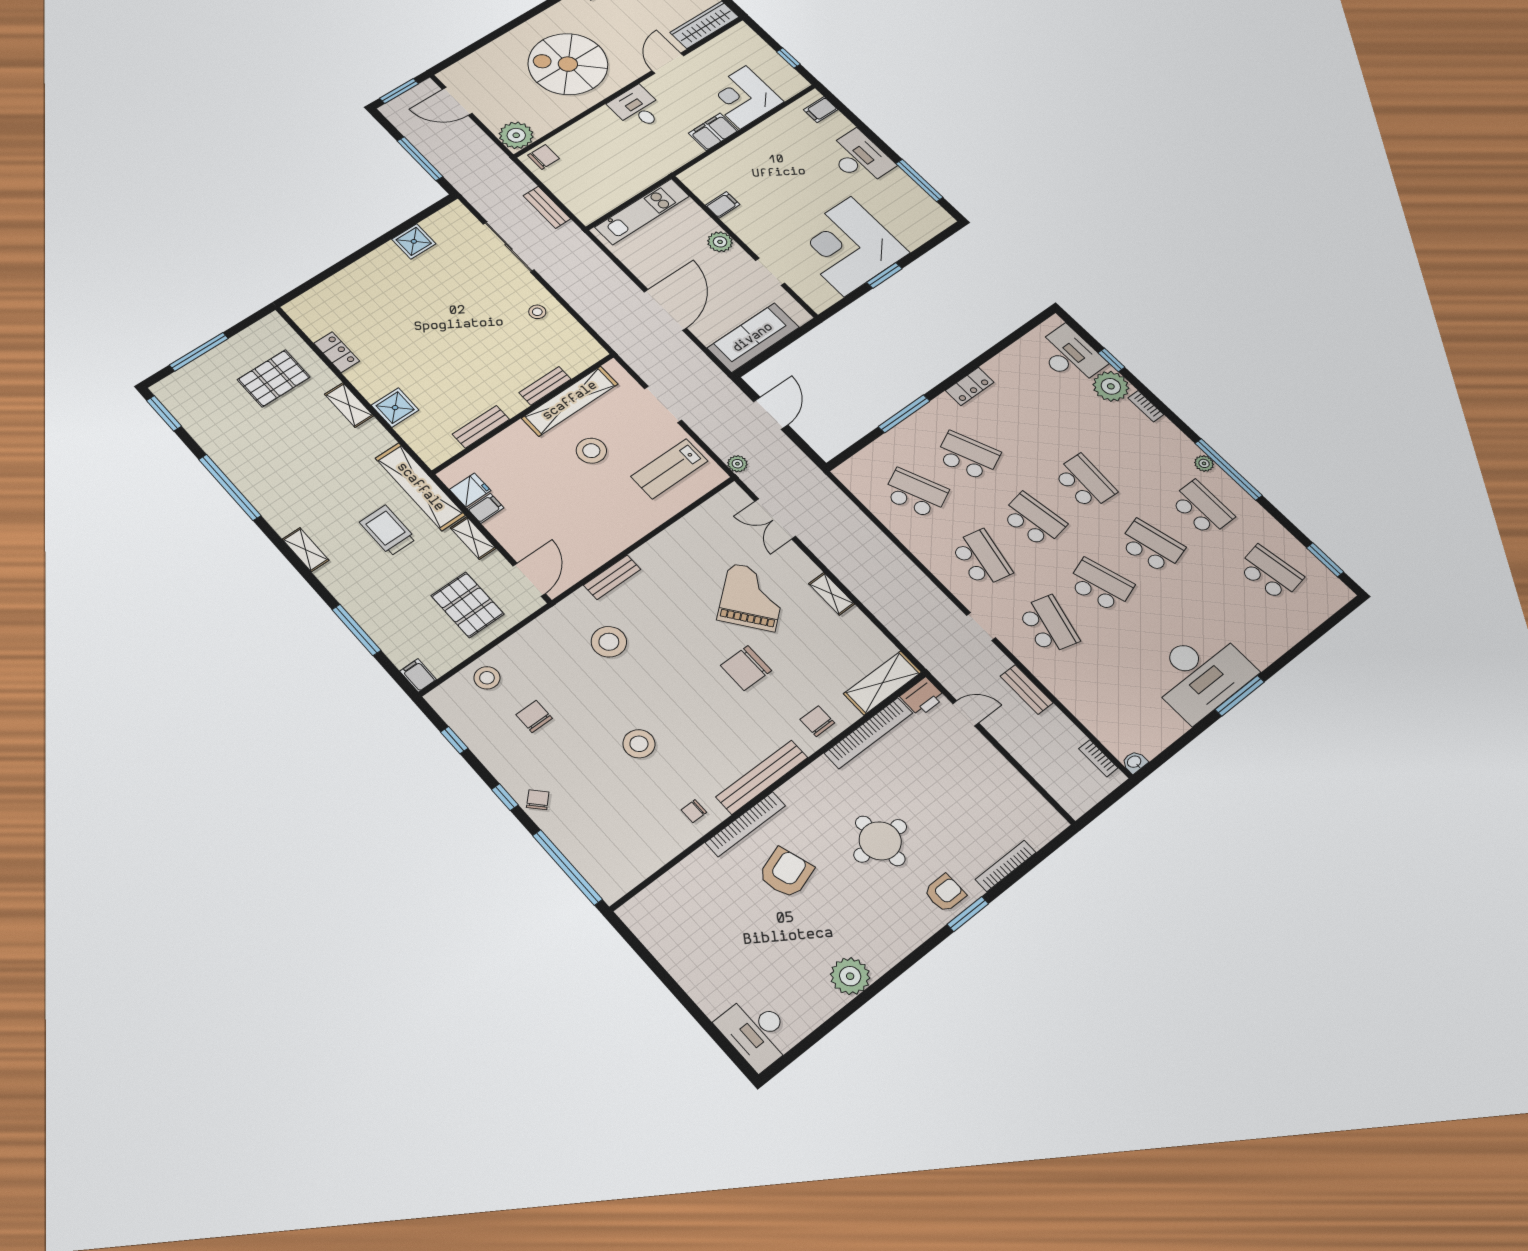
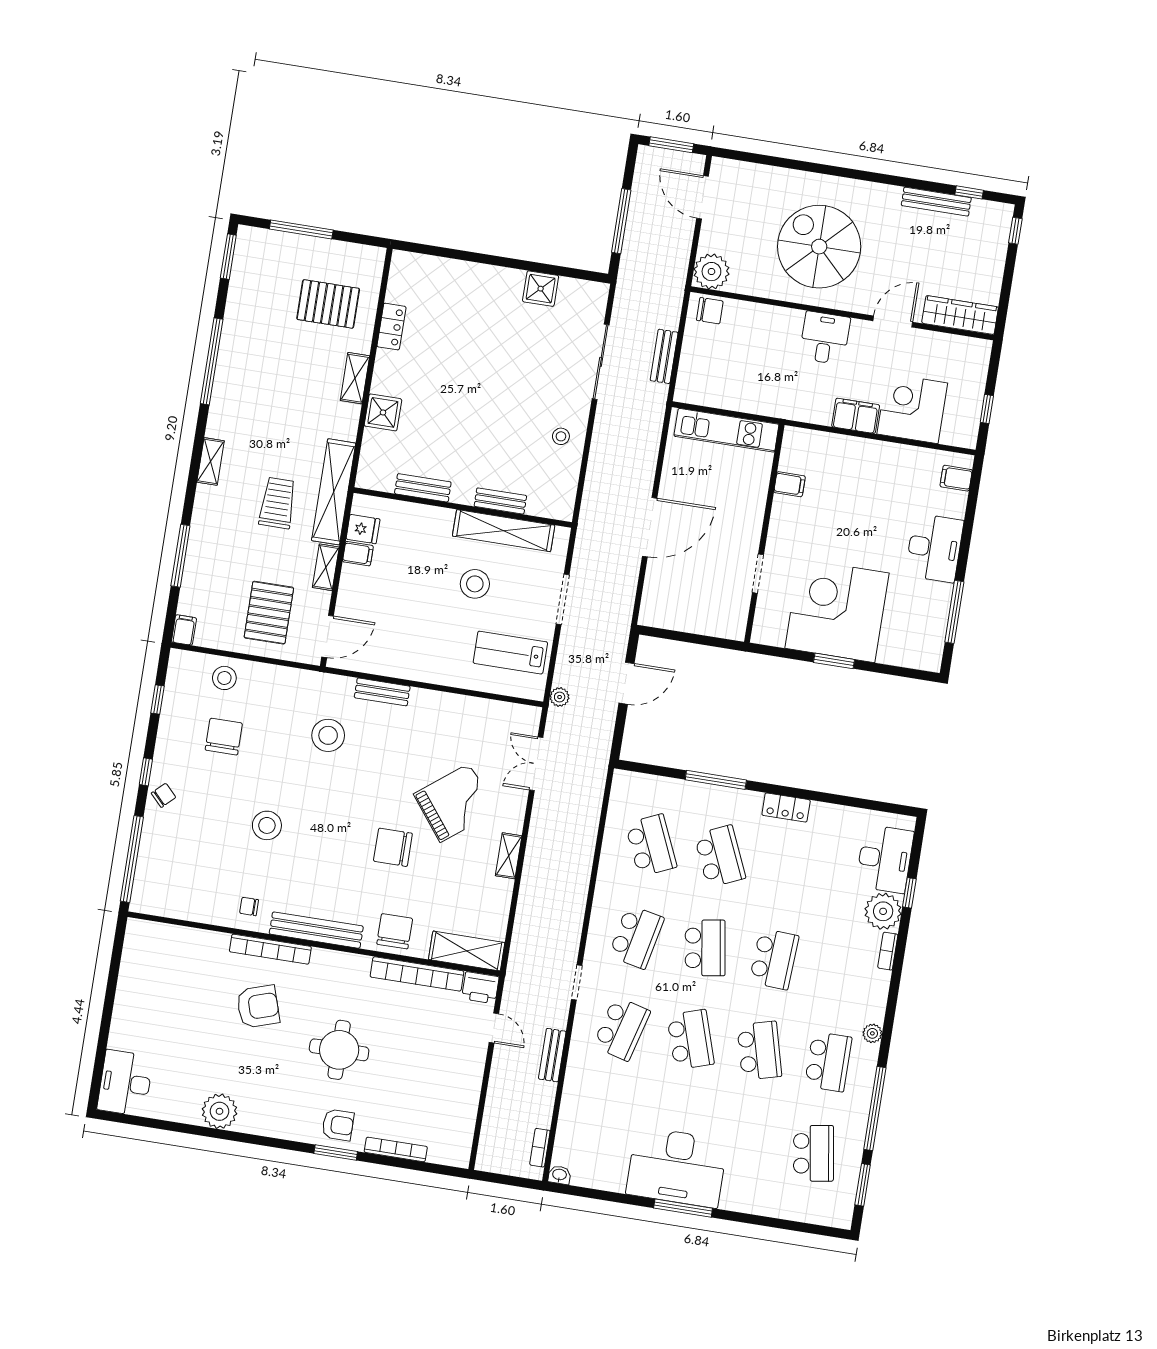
plant: (720, 242) -> (752, 513), removed
sofa: (753, 338) -> (684, 613), removed
window: (1228, 469) -> (875, 1108), moved
chair: (534, 716) -> (224, 737), width x1.37, depth x1.37
chair: (817, 721) -> (395, 931), width x1.37, depth x1.37

